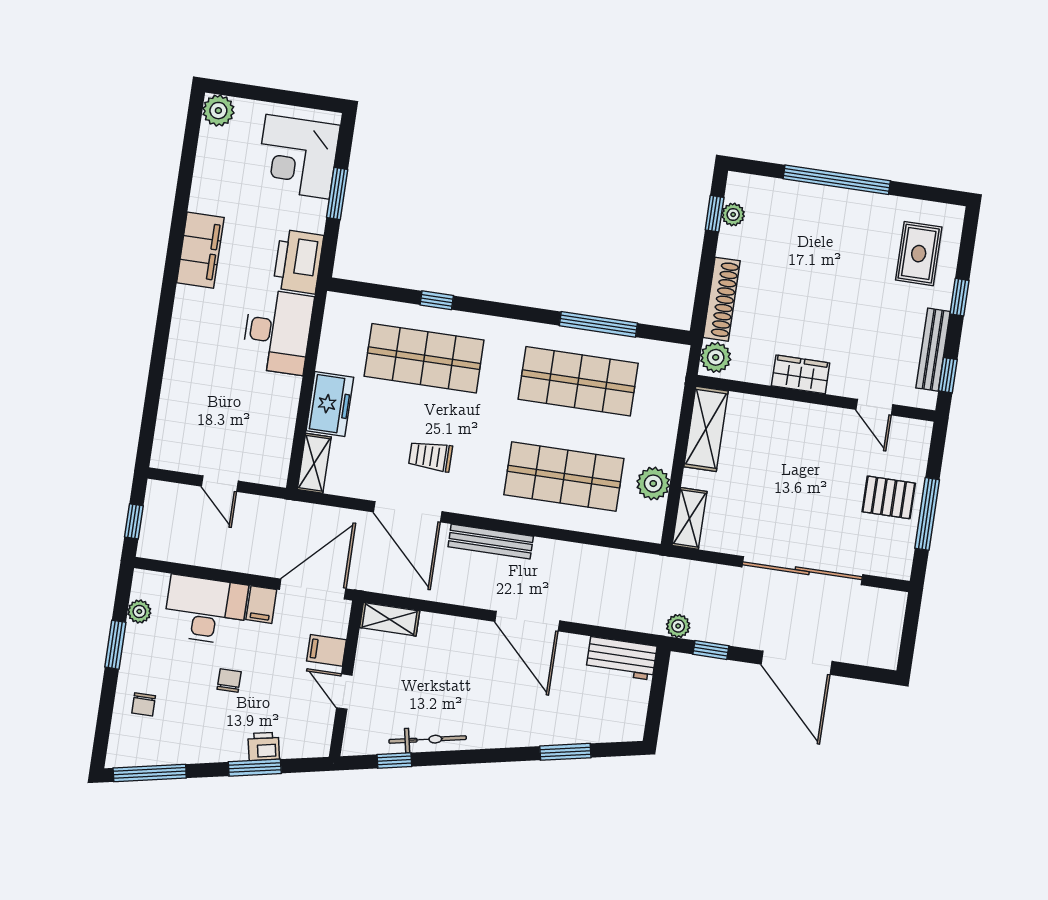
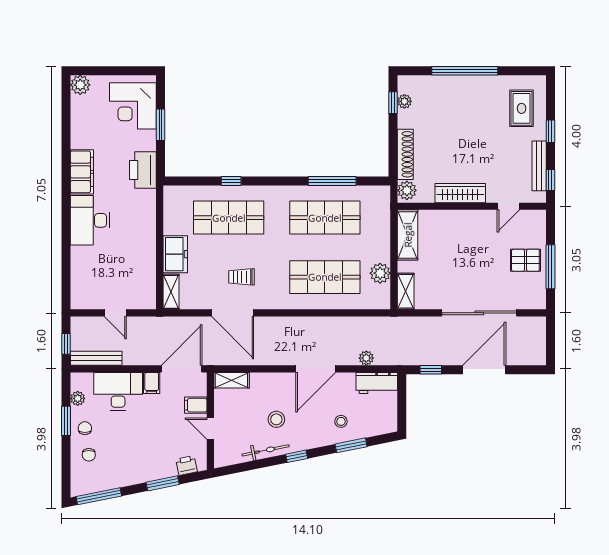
desk: (278, 332) -> (90, 220), moved, turned 180
wardrobe: (801, 374) -> (460, 193), width x1.50
door: (874, 407) -> (508, 206), hinge flipped
bench: (491, 542) -> (96, 358), moved
door: (527, 621) -> (316, 369), hinge flipped
plant: (678, 626) -> (366, 358), moved
door: (796, 663) -> (484, 370), swing flipped
chair: (229, 681) -> (85, 428), moved
stool: (452, 692) -> (276, 419), added
stool: (555, 711) -> (341, 421), added
printer: (264, 746) -> (187, 465), moved
window: (394, 761) -> (297, 456), moved

